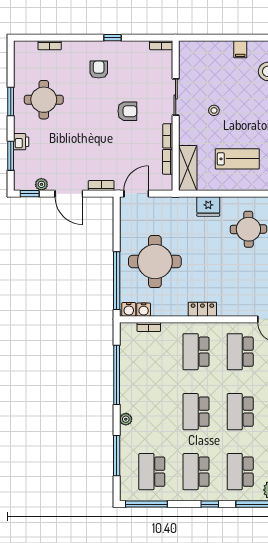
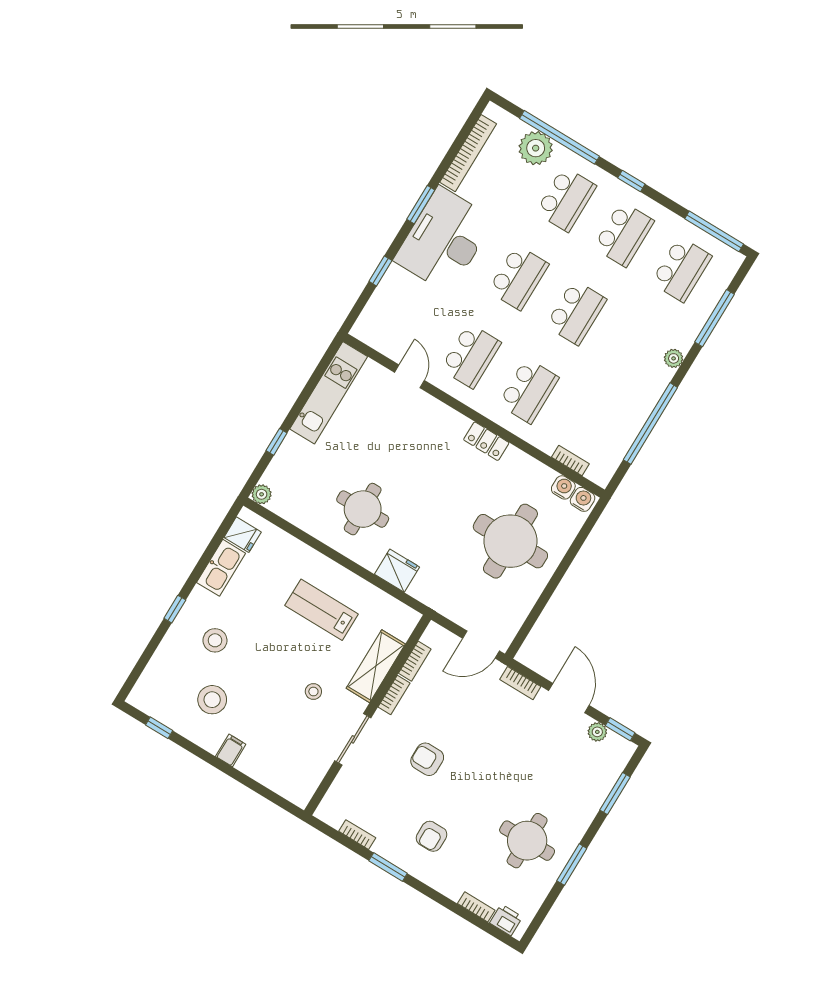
window: (113, 38) -> (388, 867), width x1.50
bookcase: (161, 45) -> (357, 835), moved
printer: (21, 142) -> (506, 920), moved, turned 90
shelving: (188, 168) -> (376, 666), moved
window: (117, 281) -> (576, 547), removed

